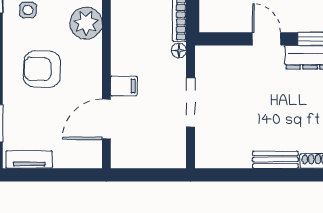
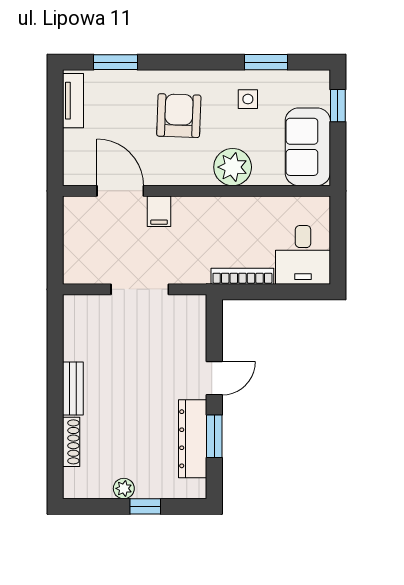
floor lamp: (179, 51) -> (200, 276), removed

